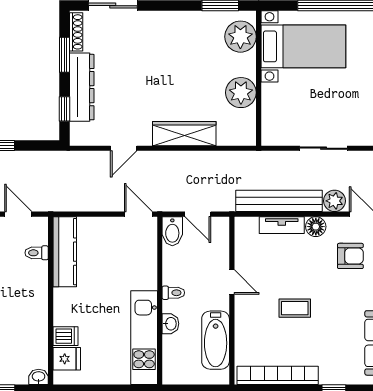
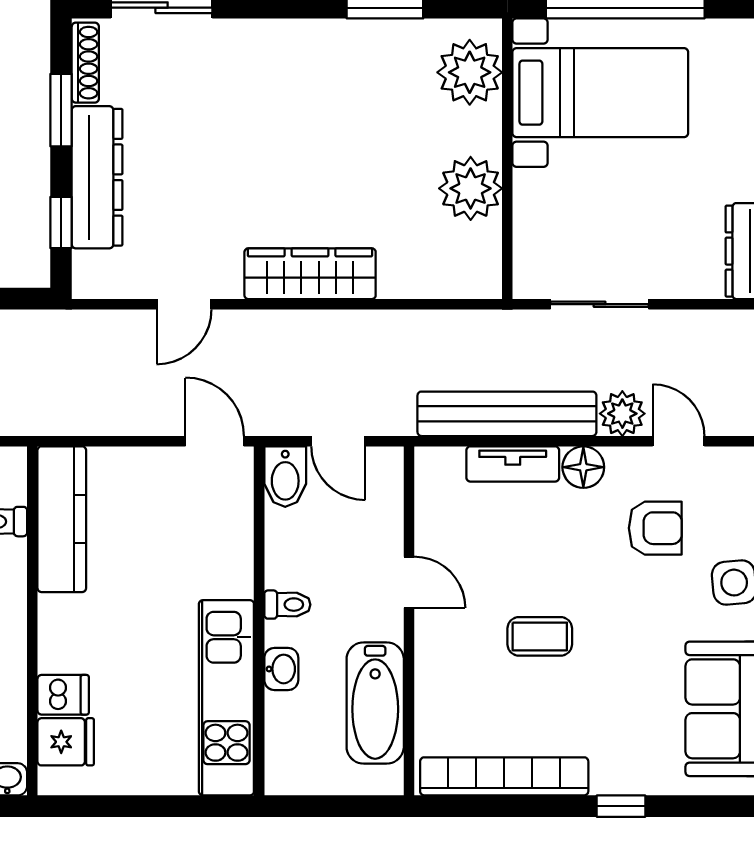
plant: (240, 37) -> (470, 72), moved
bed with nightstands: (303, 46) -> (600, 93), moved
wall: (259, 78) -> (507, 159), moved
plant: (241, 93) -> (471, 188), moved

